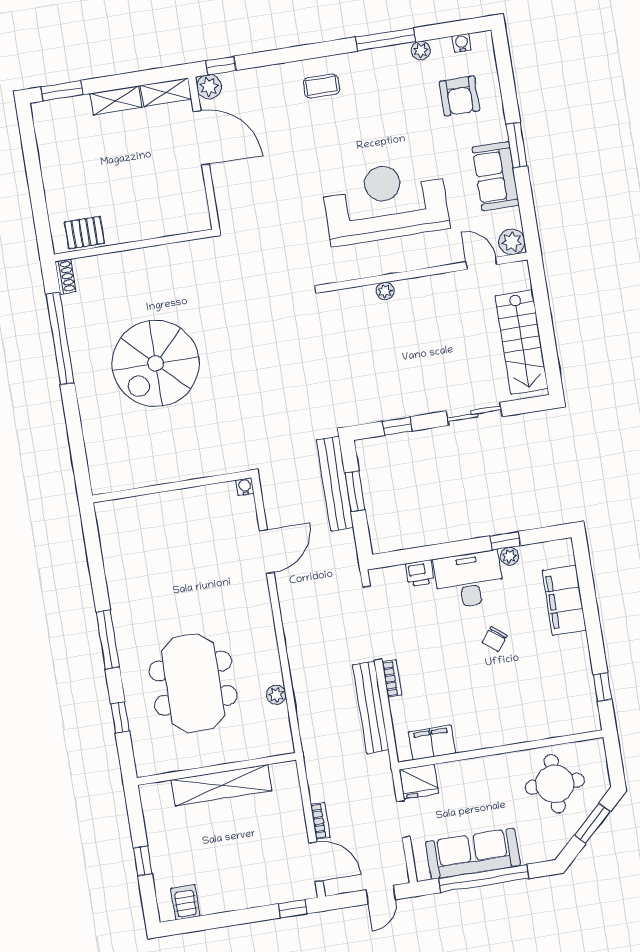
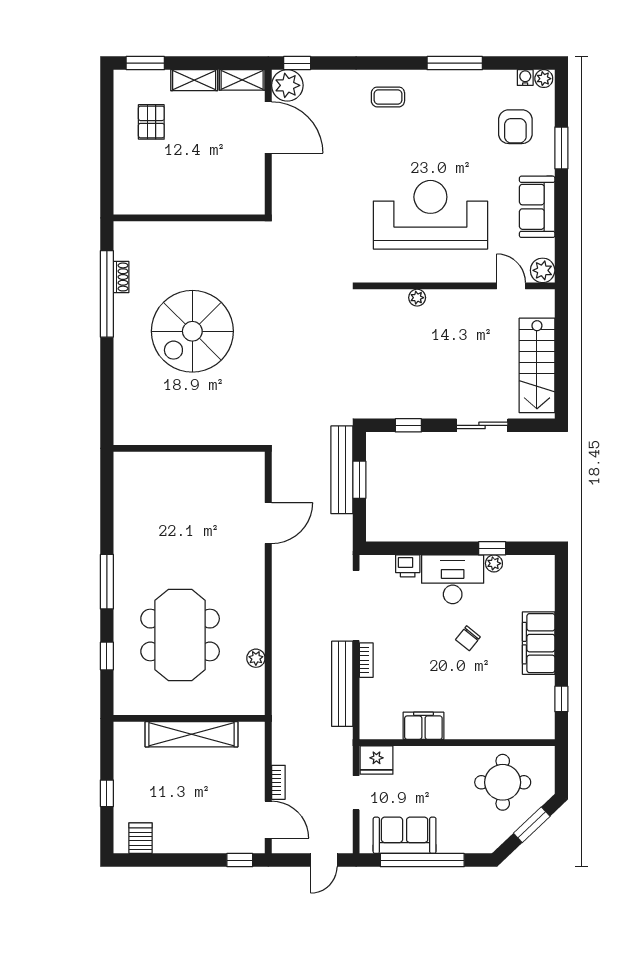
plant: (421, 51) -> (544, 79), moved
plant: (209, 87) -> (287, 85), width x1.36, depth x1.36
window: (517, 145) -> (561, 148), moved
pallet: (84, 233) -> (151, 122), moved, turned 90
shoe rack: (65, 277) -> (121, 277), moved
water cooler: (245, 487) -> (257, 459), removed
filing cabinet: (564, 600) -> (539, 643), moved
filing cabinet: (432, 743) -> (423, 726), moved
sofa: (473, 854) -> (405, 835), width x0.73

